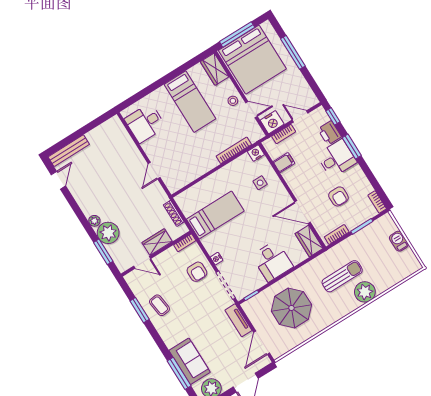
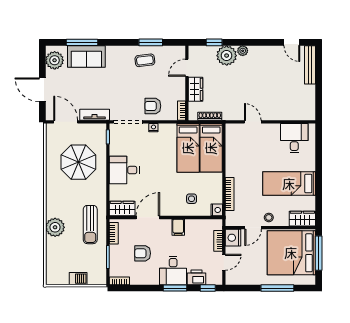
filing cabinet: (284, 163) -> (178, 227), moved
bed: (202, 194) -> (211, 148), added
window: (103, 252) -> (214, 42), width x0.67
sun lounger: (342, 276) -> (90, 225), moved

